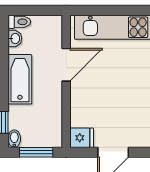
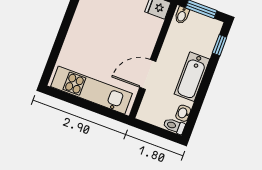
bidet: (14, 139) -> (182, 15), moved

